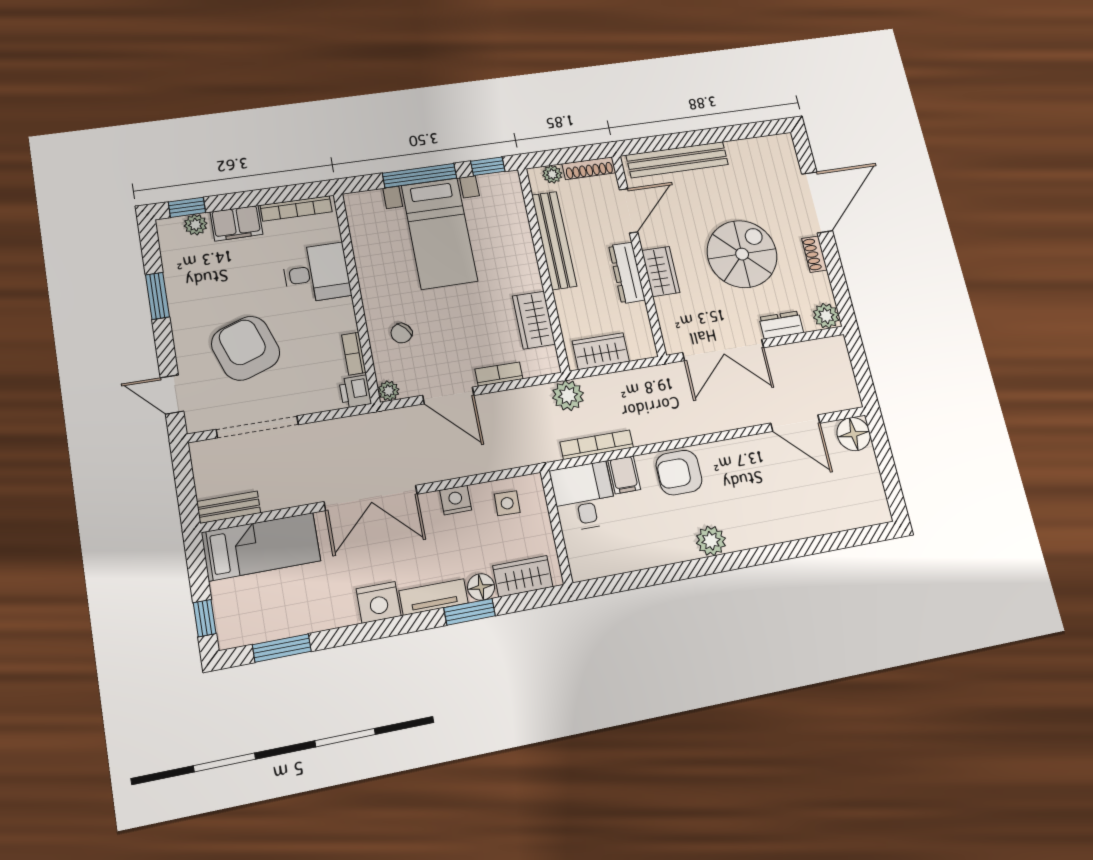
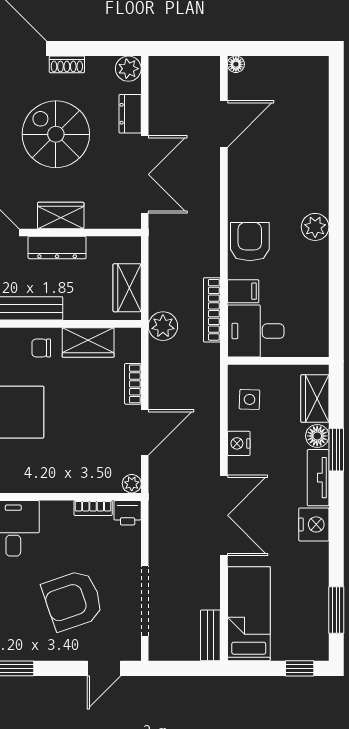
chair: (401, 333) -> (41, 348), moved, turned 131
floor lamp: (854, 434) -> (236, 64), width x0.53, depth x0.53
armchair: (679, 473) -> (250, 242), turned 180

